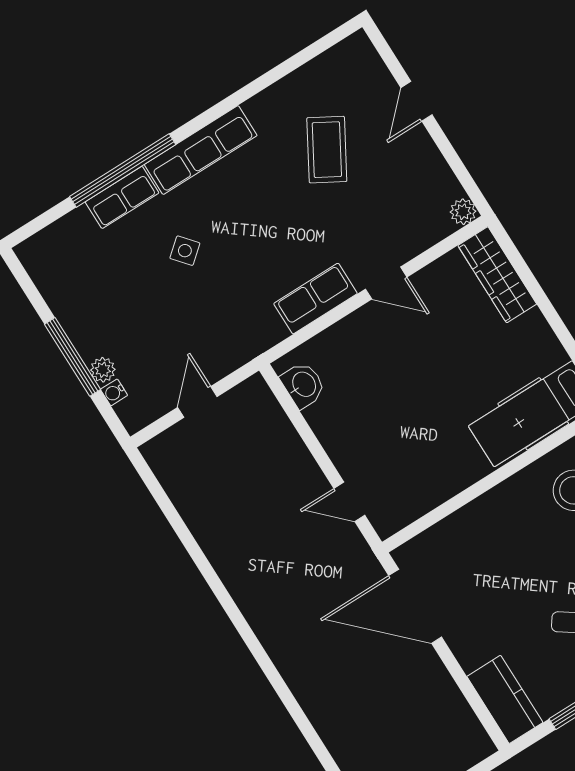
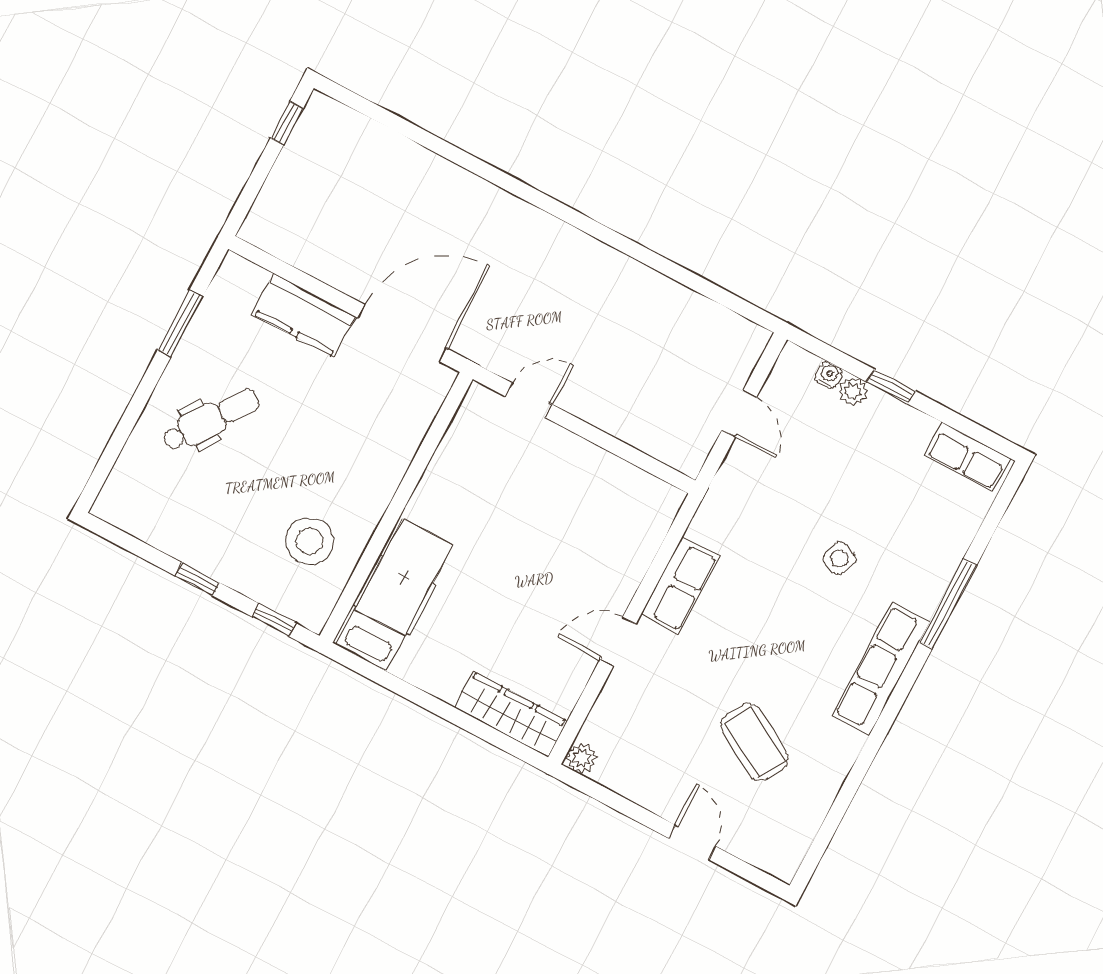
window: (123, 170) -> (948, 603), width x0.68
row of seats: (122, 197) -> (968, 457), moved, turned -90
side table: (185, 251) -> (839, 558), turned -30
window: (72, 357) -> (891, 387), width x0.46
washbasin: (303, 385) -> (643, 492), removed
kitchen counter: (505, 699) -> (304, 315), moved

